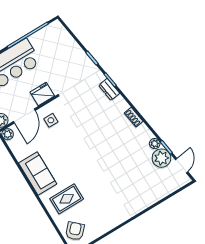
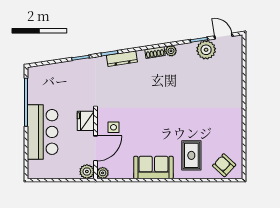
dresser: (109, 89) -> (122, 59), width x1.44
door: (24, 116) -> (95, 148), hinge flipped
plant: (155, 144) -> (171, 51), moved

